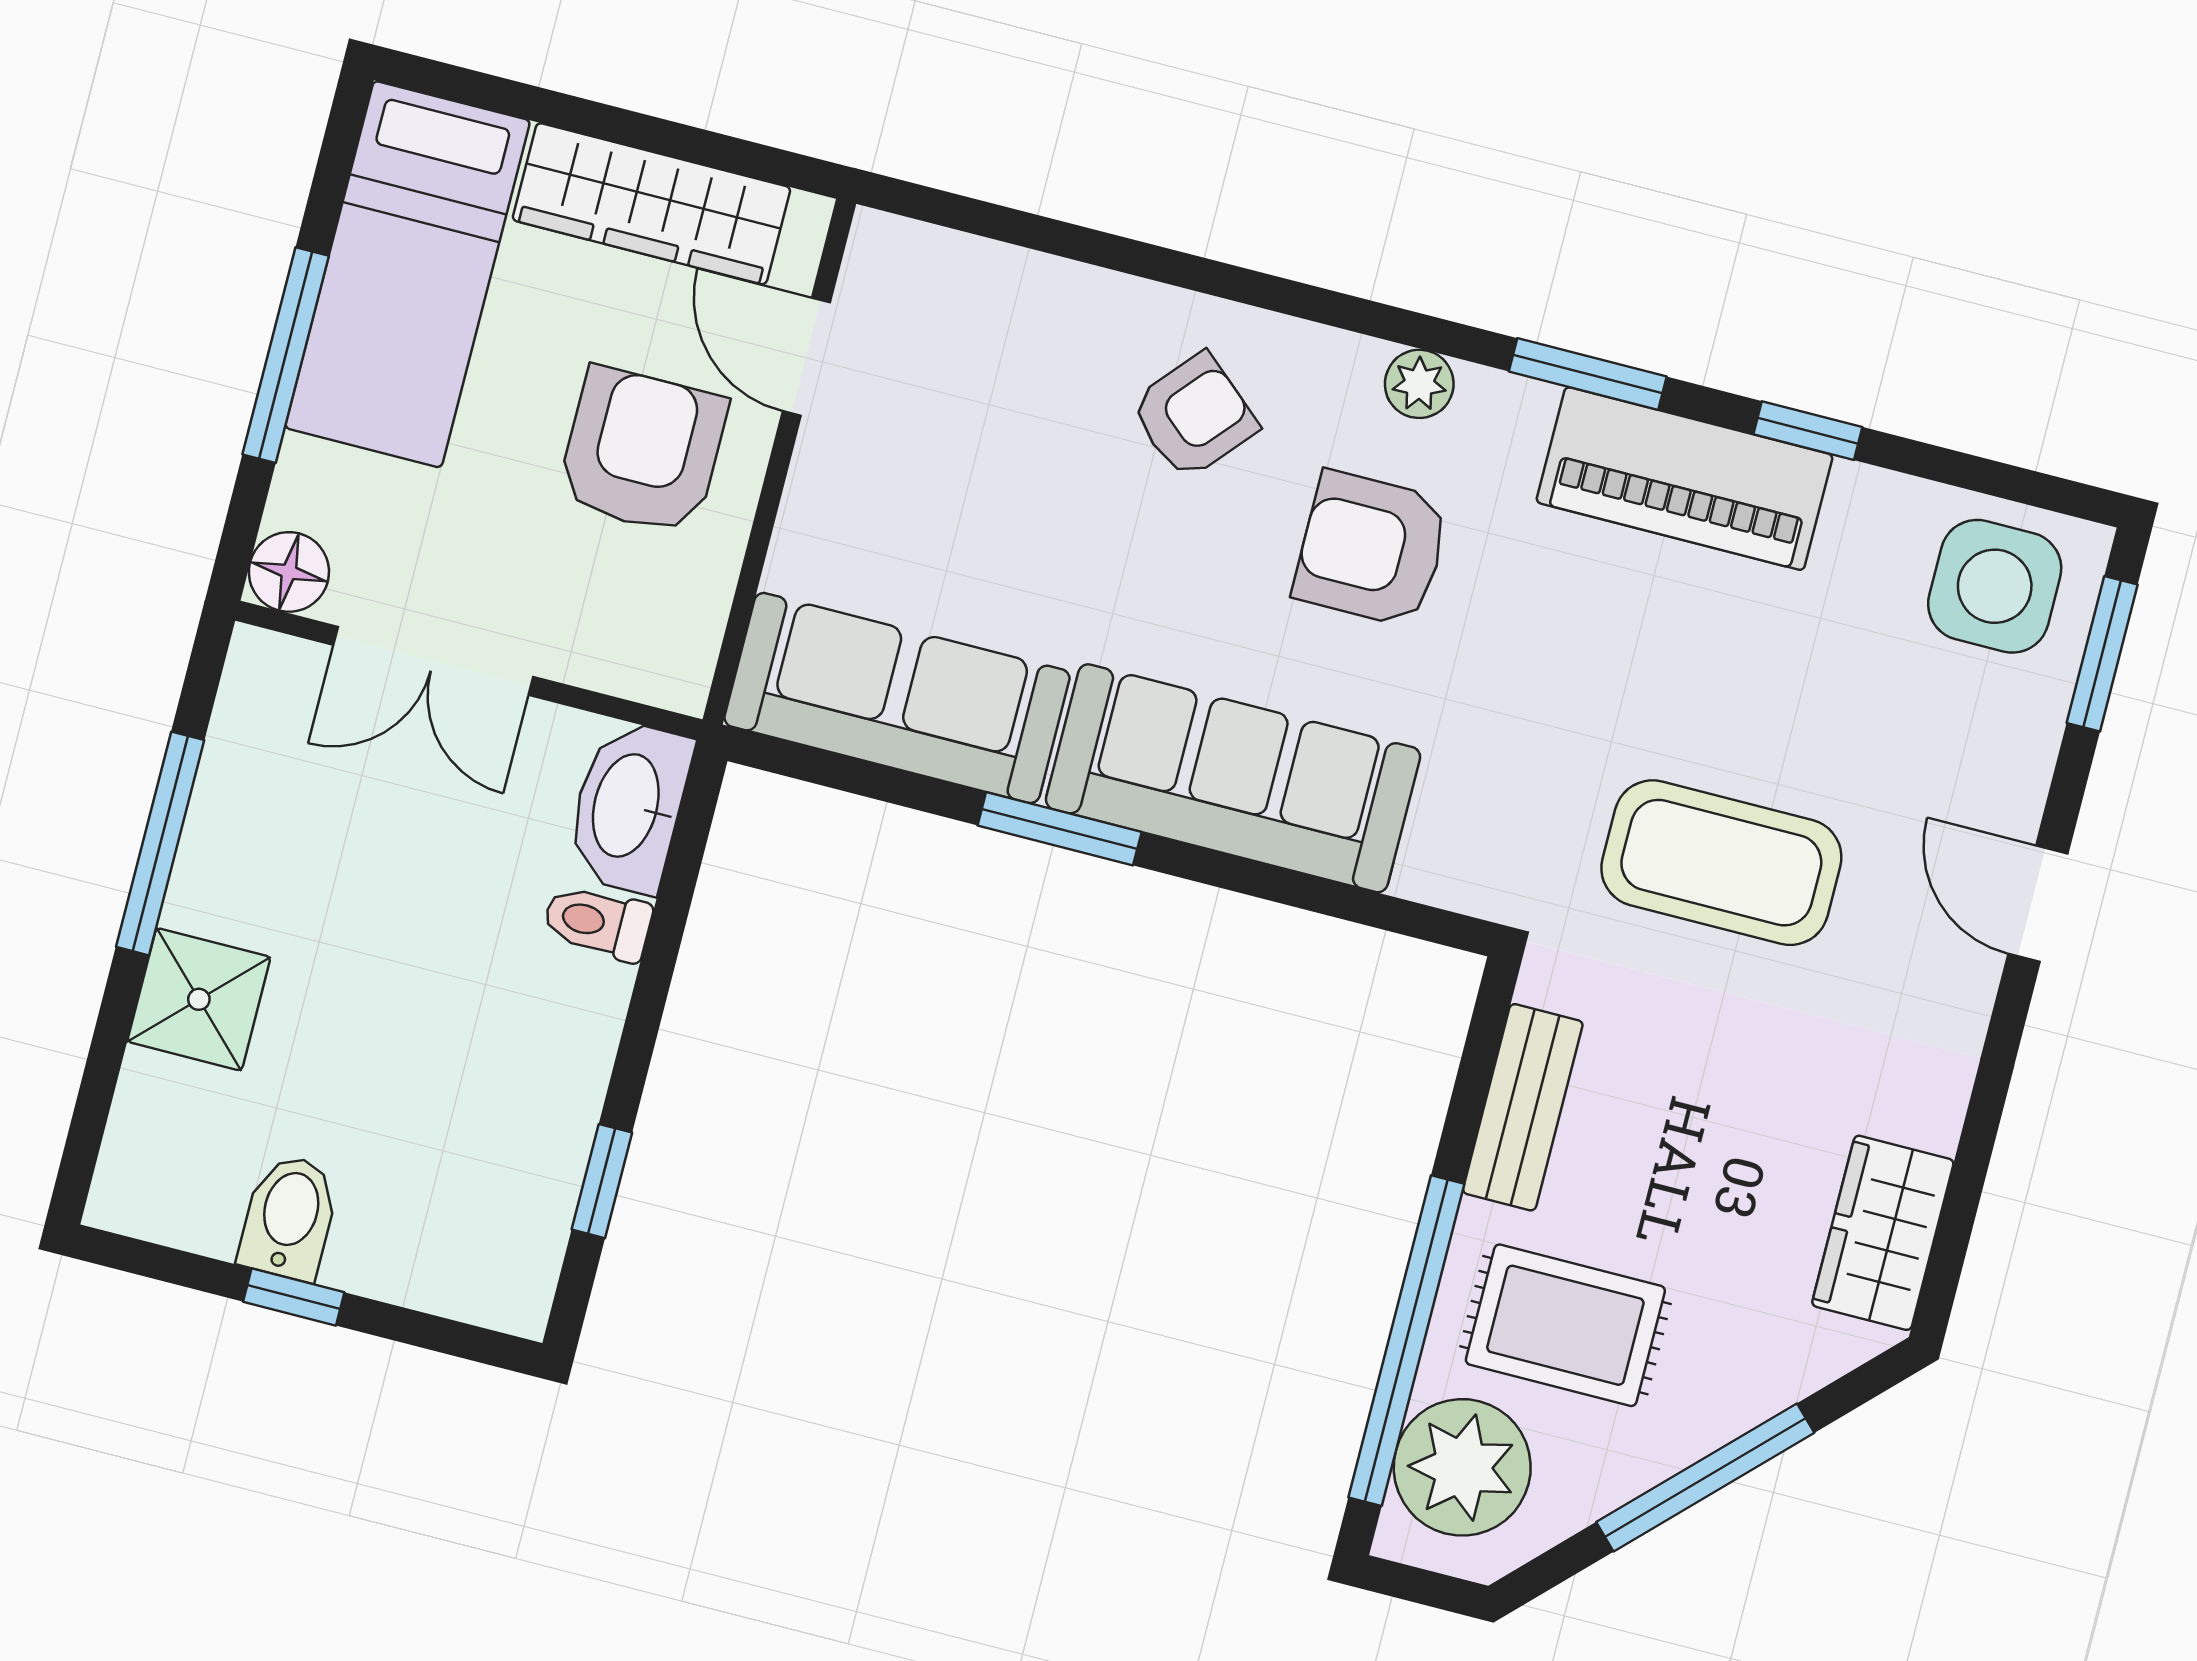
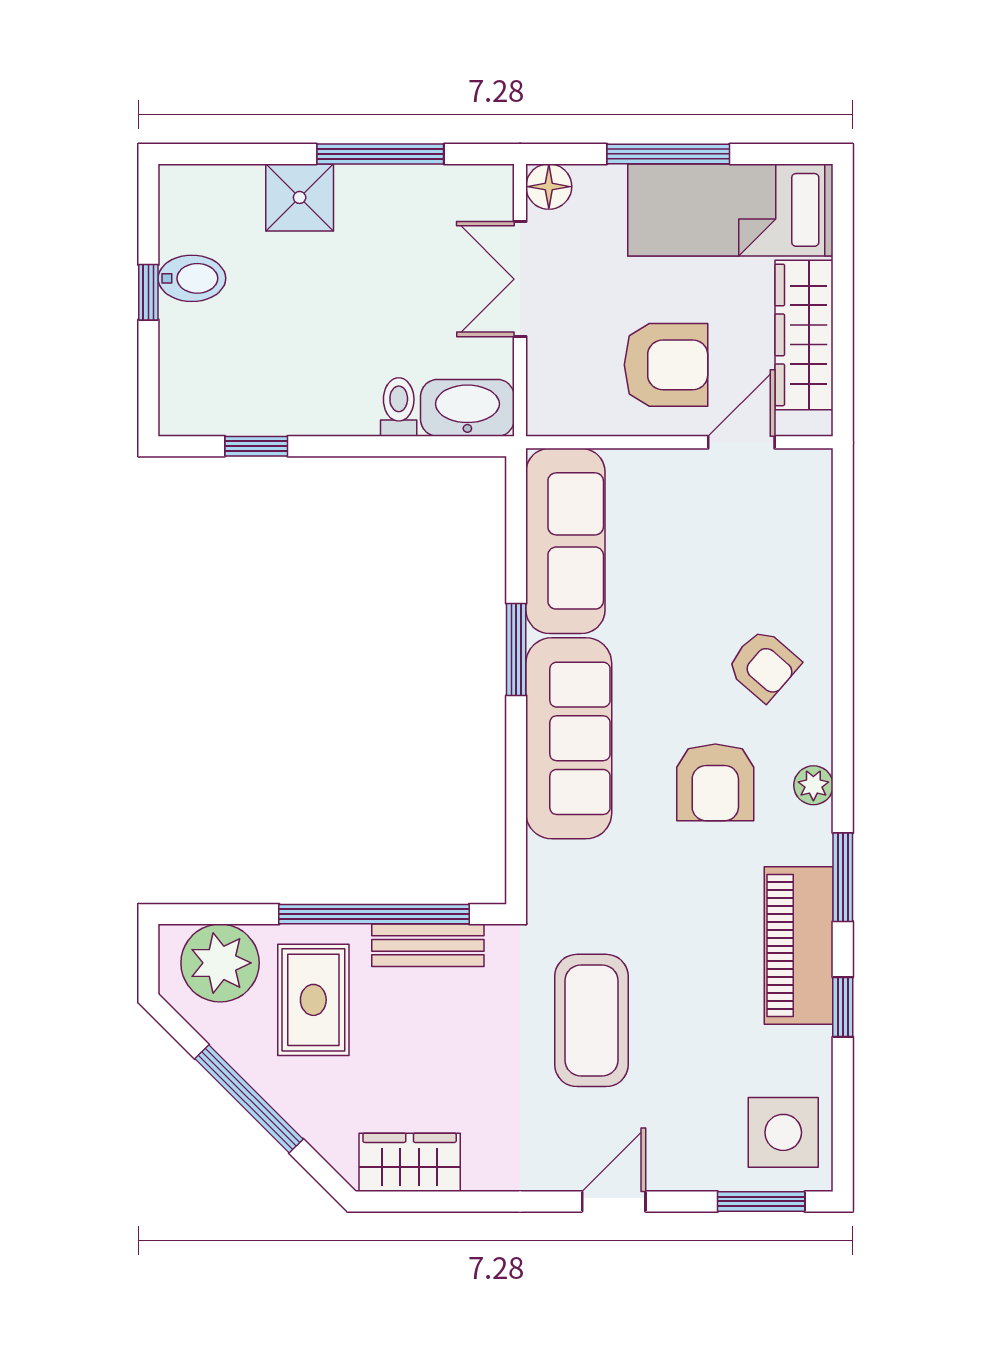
armchair: (1372, 549) -> (715, 782), turned 180
window: (1406, 1341) -> (374, 914), moved

